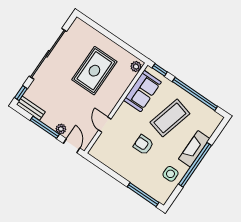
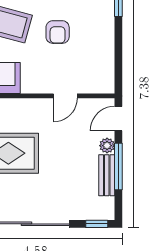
bench: (31, 108) -> (107, 175), moved

